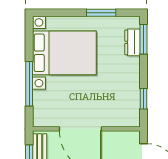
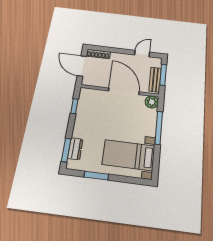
bed with nightstands: (64, 53) -> (129, 155), width x0.73
plant: (41, 118) -> (152, 102), added

